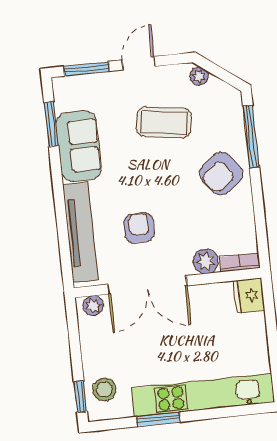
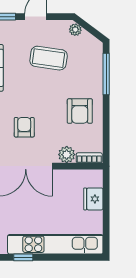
armchair: (221, 174) -> (80, 111), moved, turned -52
fridge: (249, 295) -> (93, 199), moved
window: (158, 419) -> (23, 257), width x0.67

